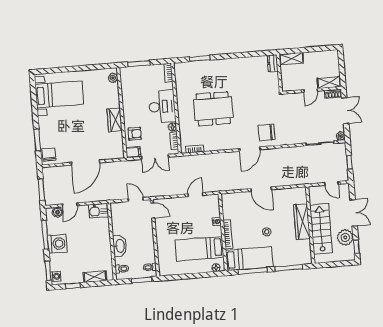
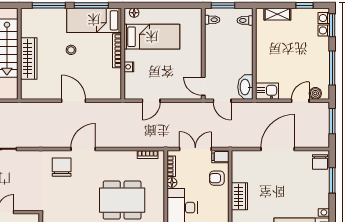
chair: (267, 132) -> (62, 167), turned -90
washing machine: (57, 244) -> (324, 30), moved, width x0.53, depth x0.53
washbasin: (120, 246) -> (245, 87), moved

